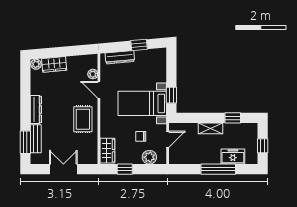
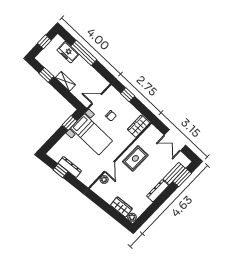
dresser: (120, 57) -> (70, 167), moved
plant: (149, 157) -> (118, 99), removed
window: (125, 169) -> (128, 95), moved

